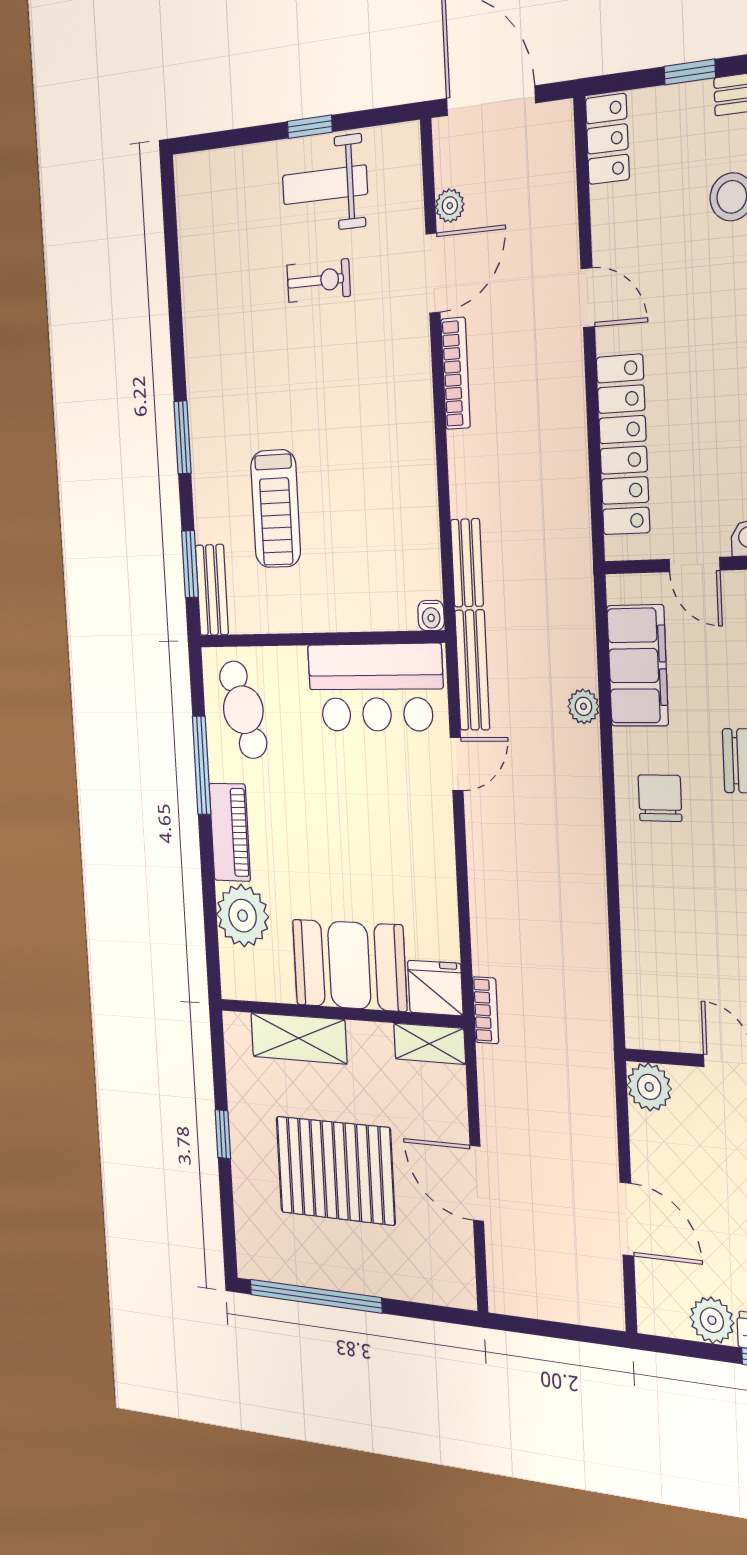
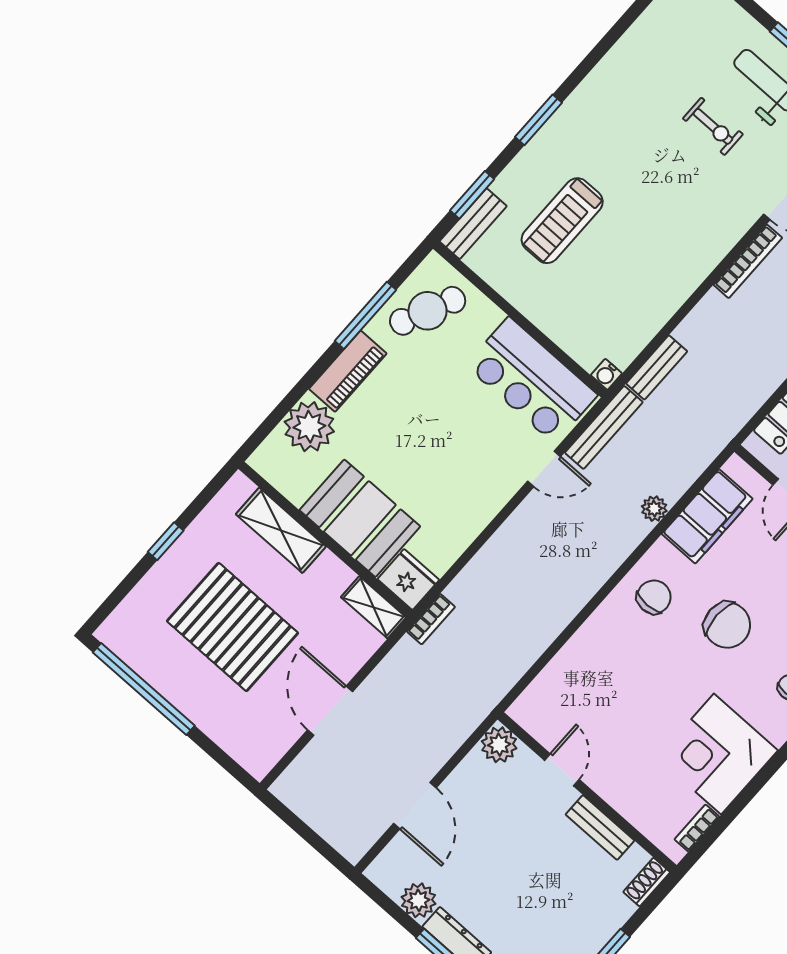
cafe table: (243, 710) -> (428, 311), turned 41

